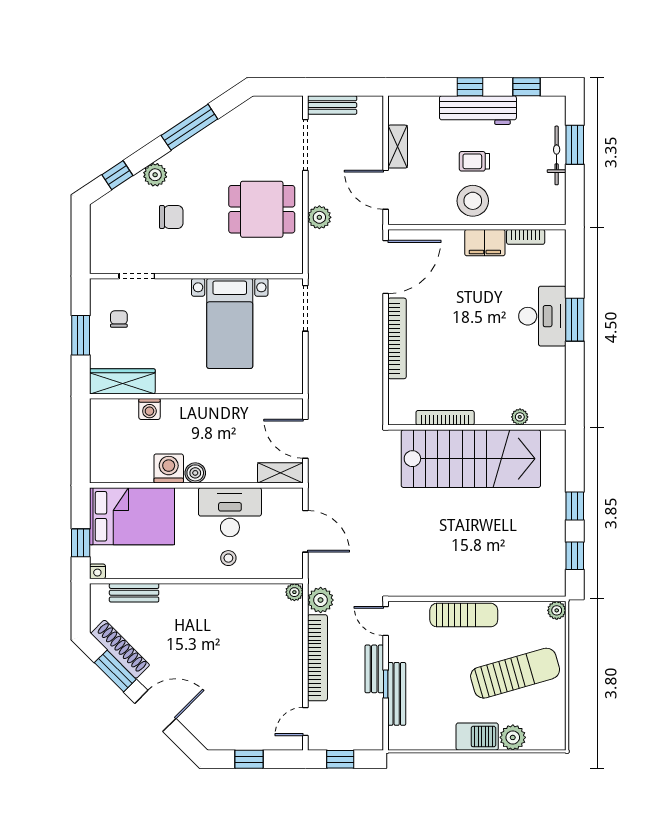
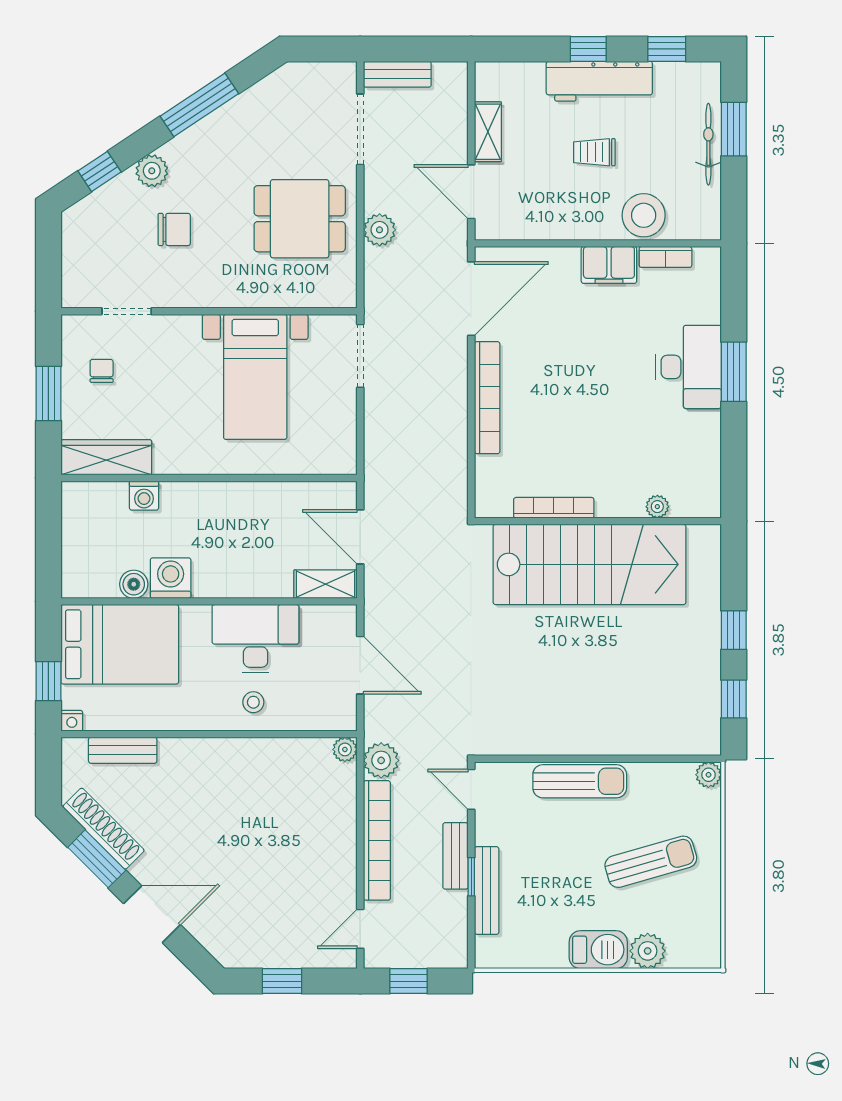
stool: (473, 201) -> (644, 215), moved
boiler: (195, 473) -> (134, 584), moved
sun lounger: (515, 673) -> (651, 862), width x0.73, depth x0.75

